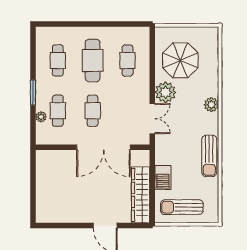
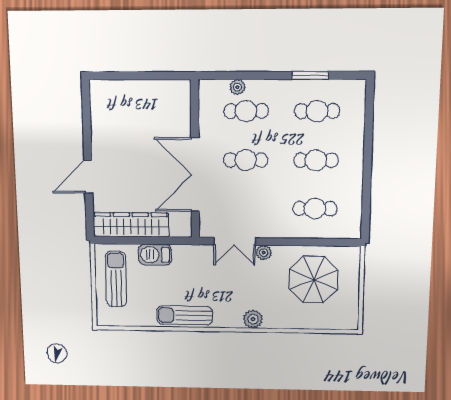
cafe table: (93, 61) -> (316, 160), width x0.73, depth x0.74
plant: (165, 92) -> (264, 253), width x0.53, depth x0.53
window: (33, 93) -> (310, 75), moved

